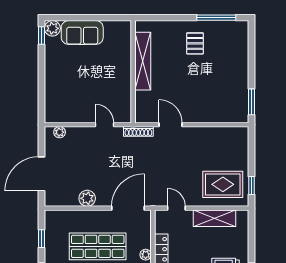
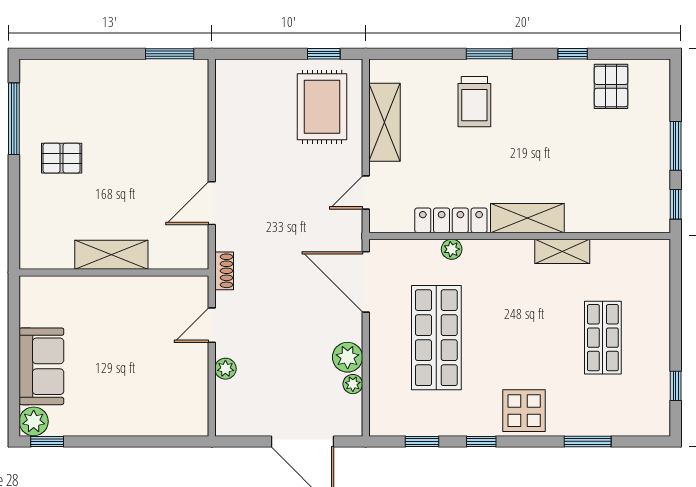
shelving: (143, 61) -> (111, 255), width x0.68
shoe rack: (138, 131) -> (224, 271), width x0.70
plant: (60, 132) -> (225, 369), moved
plant: (73, 201) -> (353, 384), added

